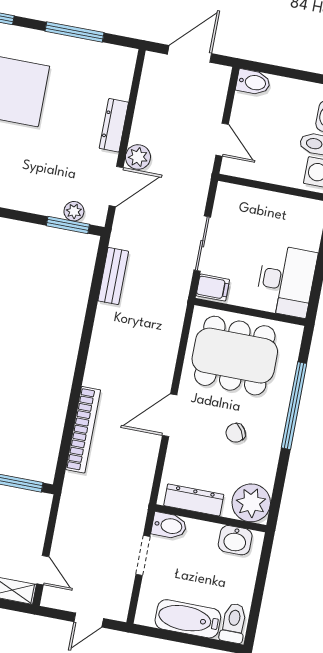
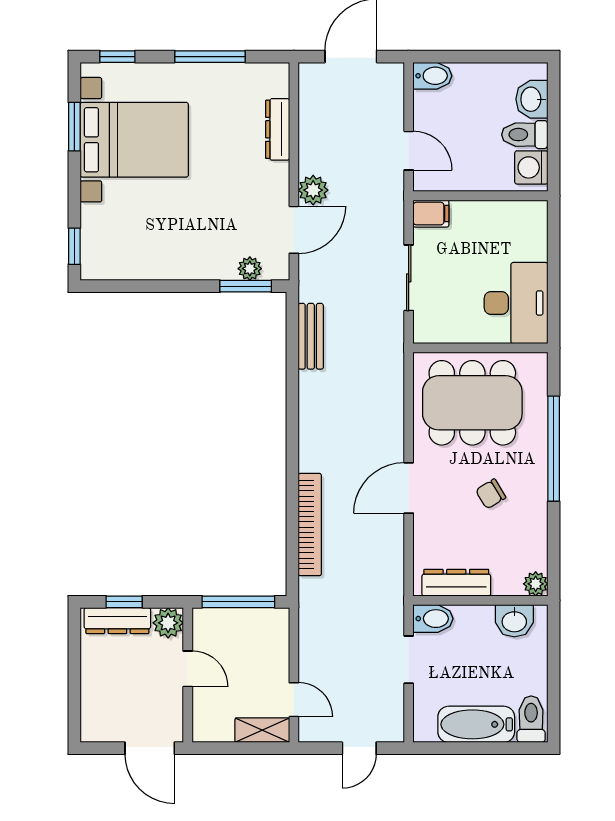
dresser: (114, 125) -> (278, 129), moved
filing cabinet: (213, 288) -> (431, 214), moved
plant: (251, 503) -> (536, 584), width x0.53, depth x0.53

